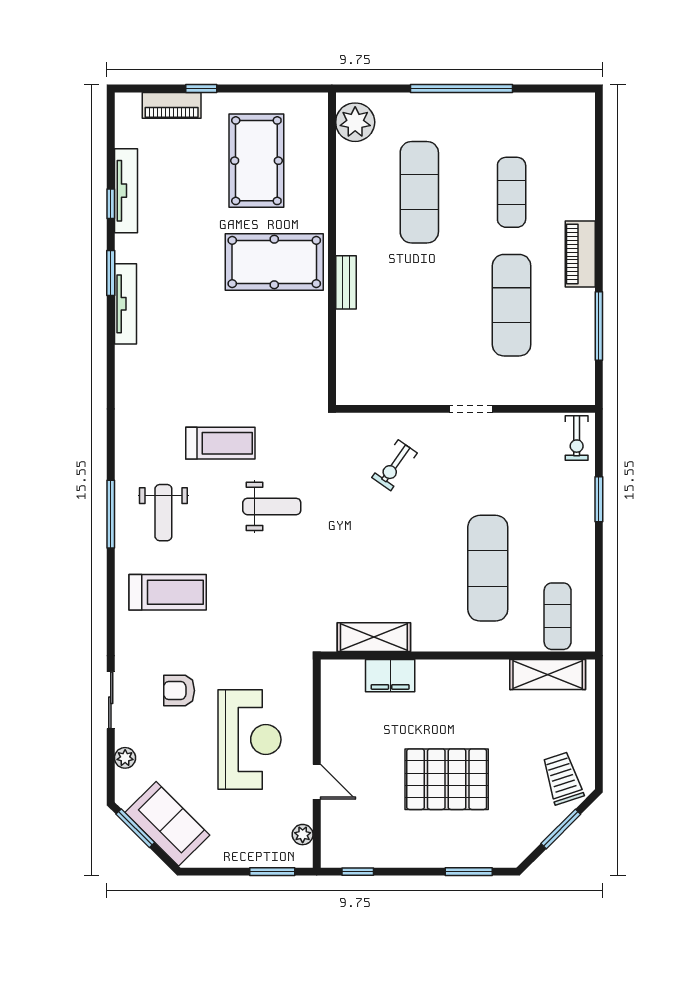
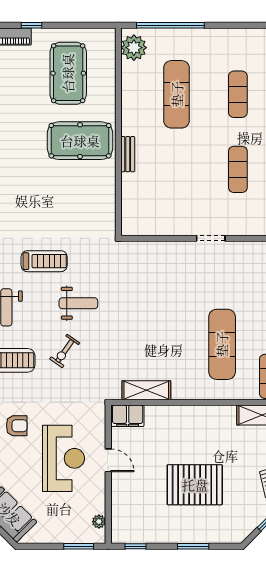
window: (462, 89) -> (170, 25), moved
exercise mat: (512, 305) -> (238, 169), width x0.73, depth x0.69
exercise bike: (394, 465) -> (65, 351), moved
filing cabinet: (390, 676) -> (128, 416), moved
armchair: (179, 691) -> (17, 426), turned 180
door: (317, 782) -> (108, 460), moved
window: (469, 872) -> (193, 546), moved

